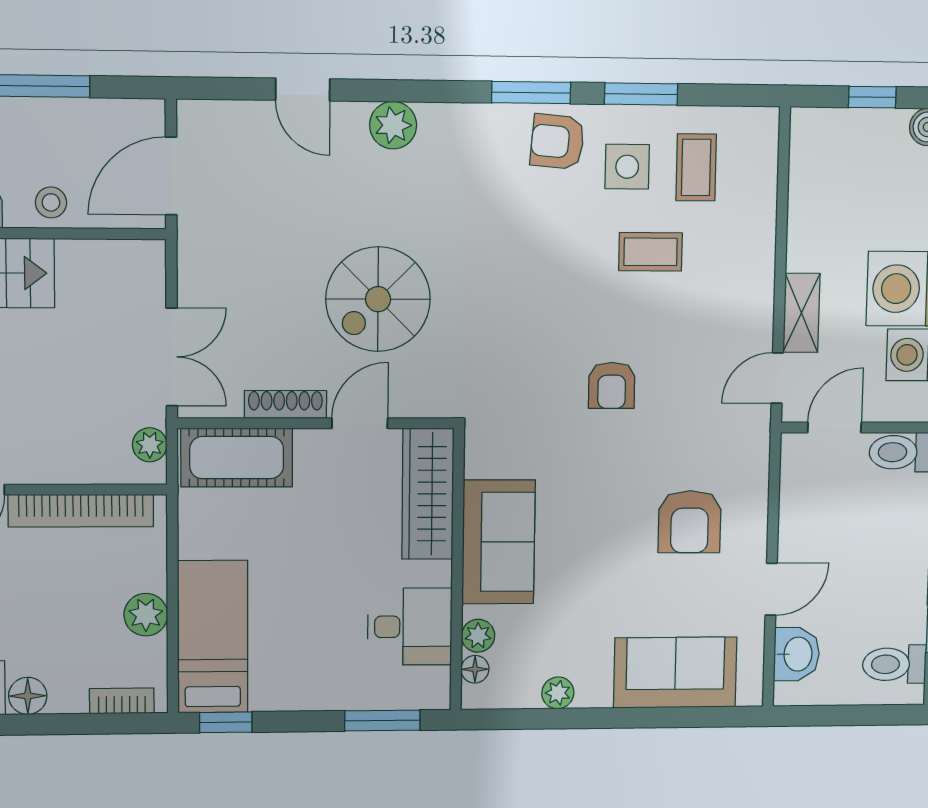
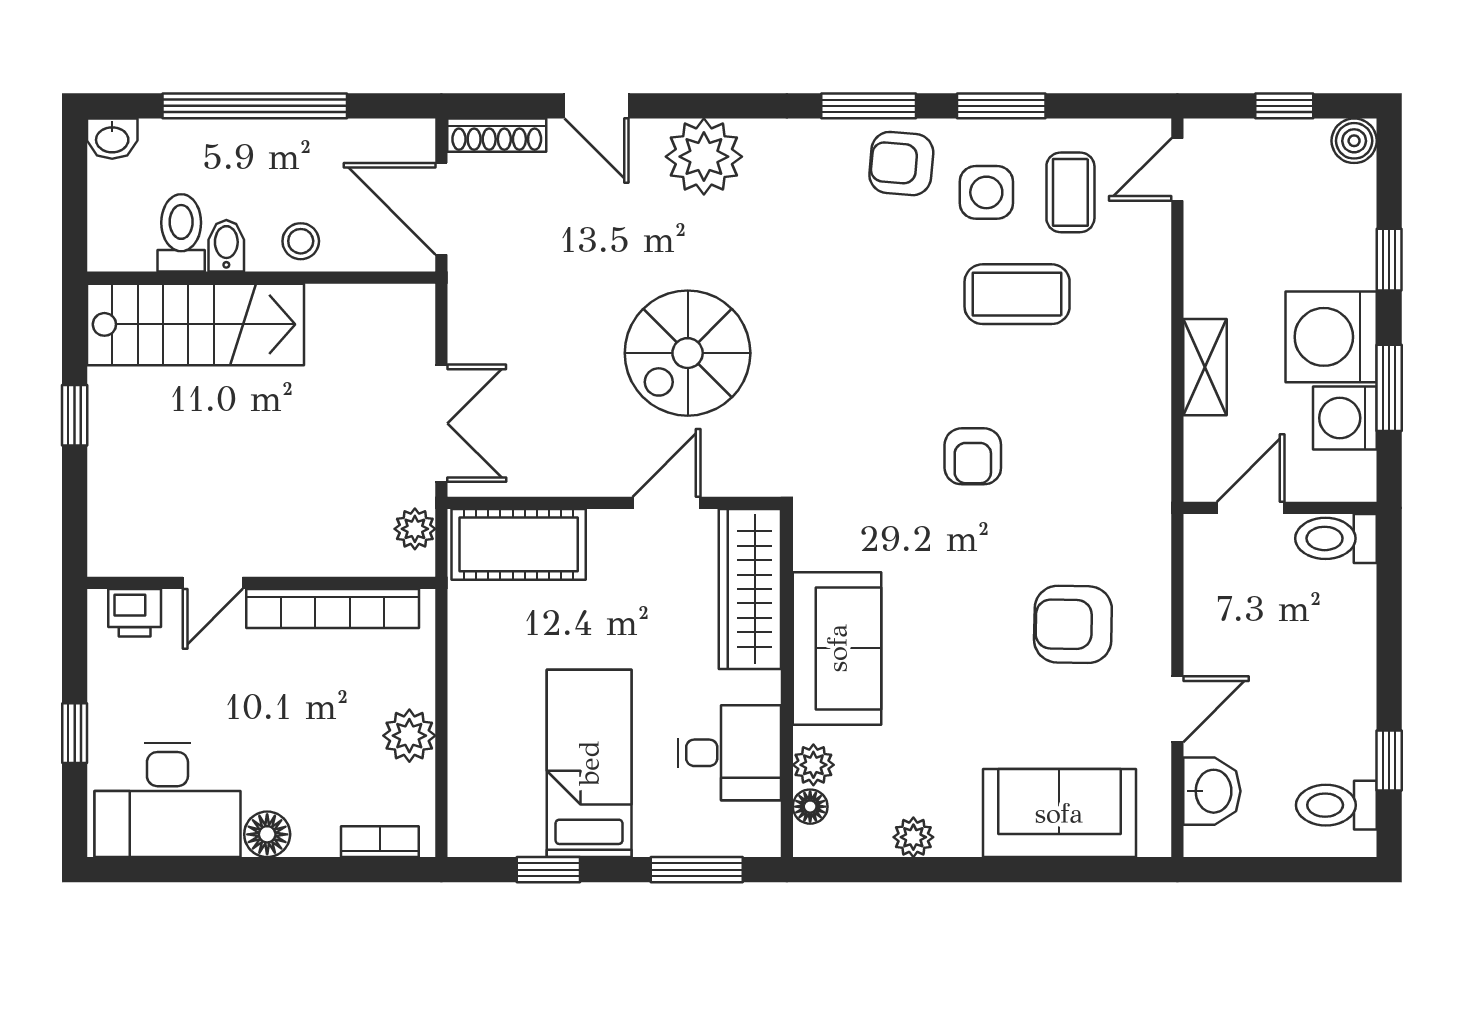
plant: (393, 125) -> (704, 157), width x1.36, depth x1.36
door: (171, 176) -> (441, 209), hinge flipped
coffee table: (651, 252) -> (1017, 294), width x1.36, depth x1.30
door: (777, 378) -> (1177, 170), moved
shoe rack: (285, 404) -> (497, 135), moved, turned 180
armchair: (690, 522) -> (1073, 624), turned 91
bed: (213, 637) -> (589, 763), moved
window: (226, 722) -> (548, 870), moved

